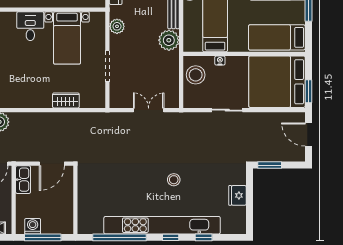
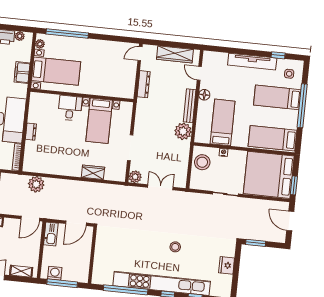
plant: (117, 26) -> (135, 177), moved

